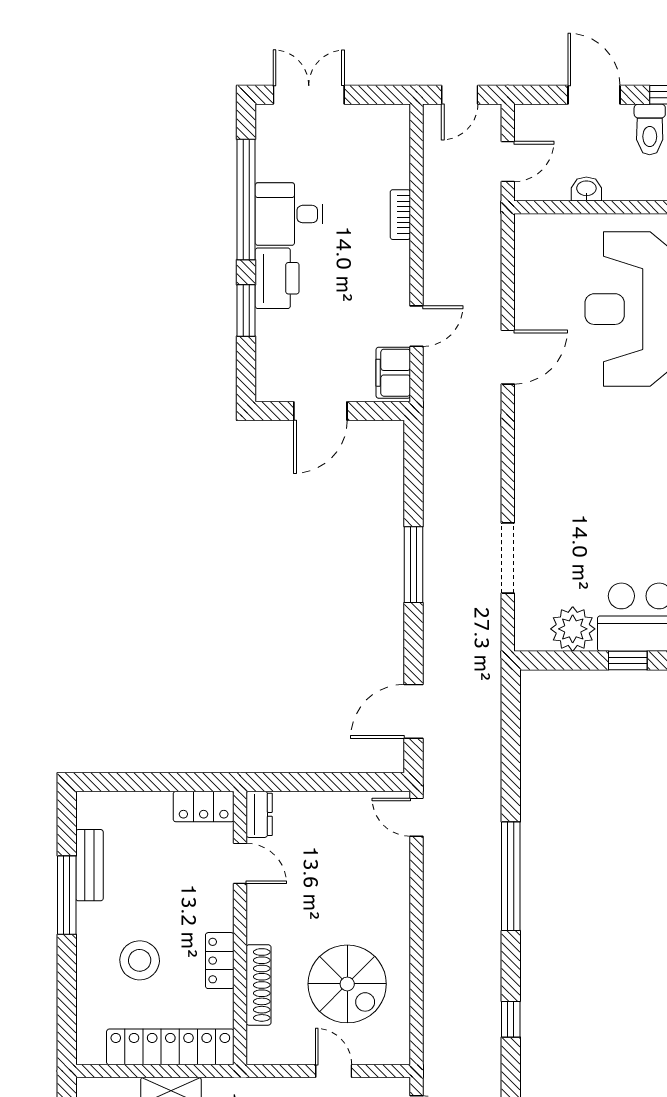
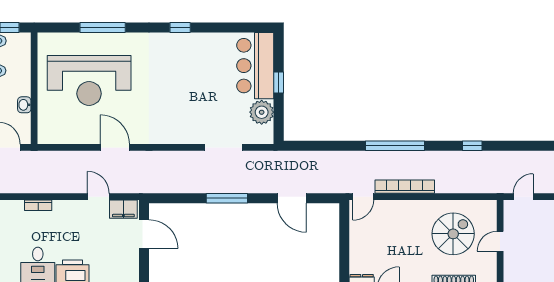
door: (320, 411) -> (144, 234), moved
door: (413, 711) -> (292, 198), moved
bookcase: (435, 894) -> (405, 187), added

